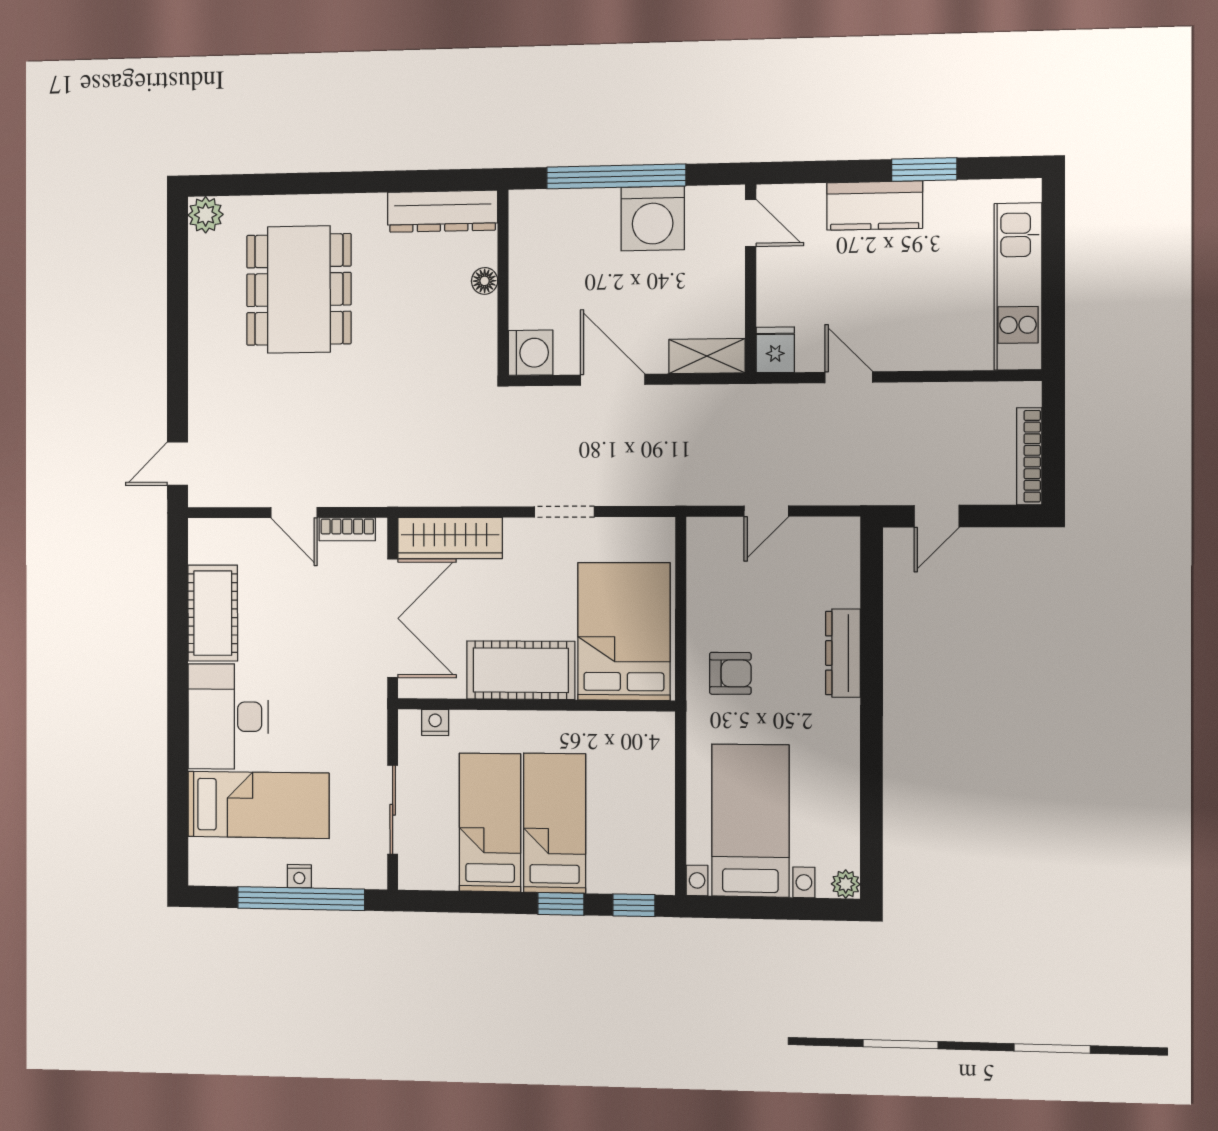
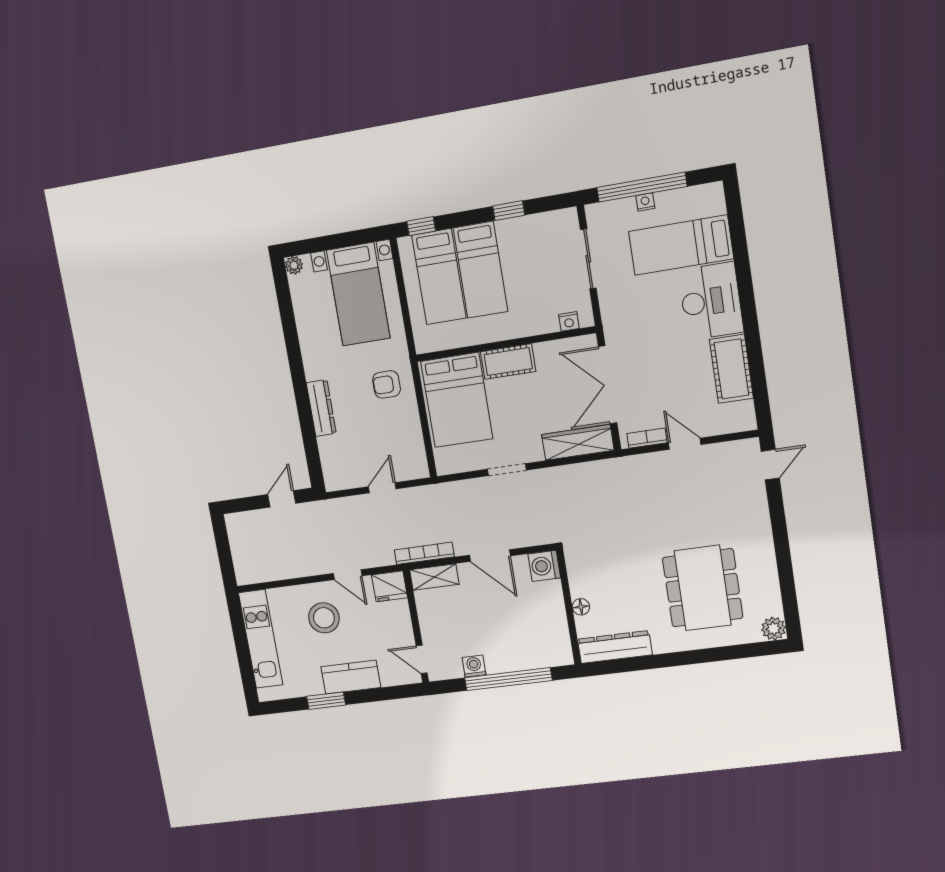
washing machine: (653, 218) -> (474, 666), width x0.53, depth x0.53
stool: (902, 310) -> (324, 618), added
fridge: (775, 350) -> (390, 586), width x1.38
bookcase: (1029, 456) -> (424, 553), moved, turned -90
cot: (521, 670) -> (508, 362), width x0.73, depth x0.75
bed: (490, 822) -> (439, 277), moved
window: (561, 904) -> (509, 211), moved

